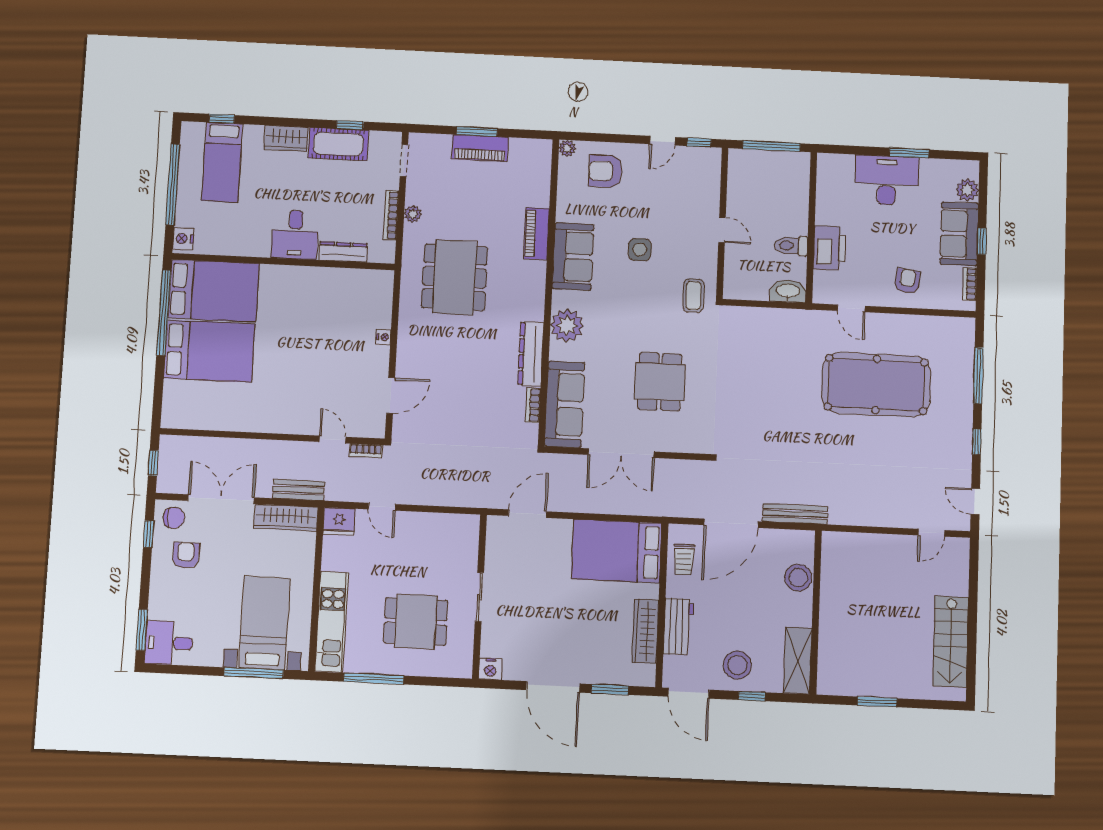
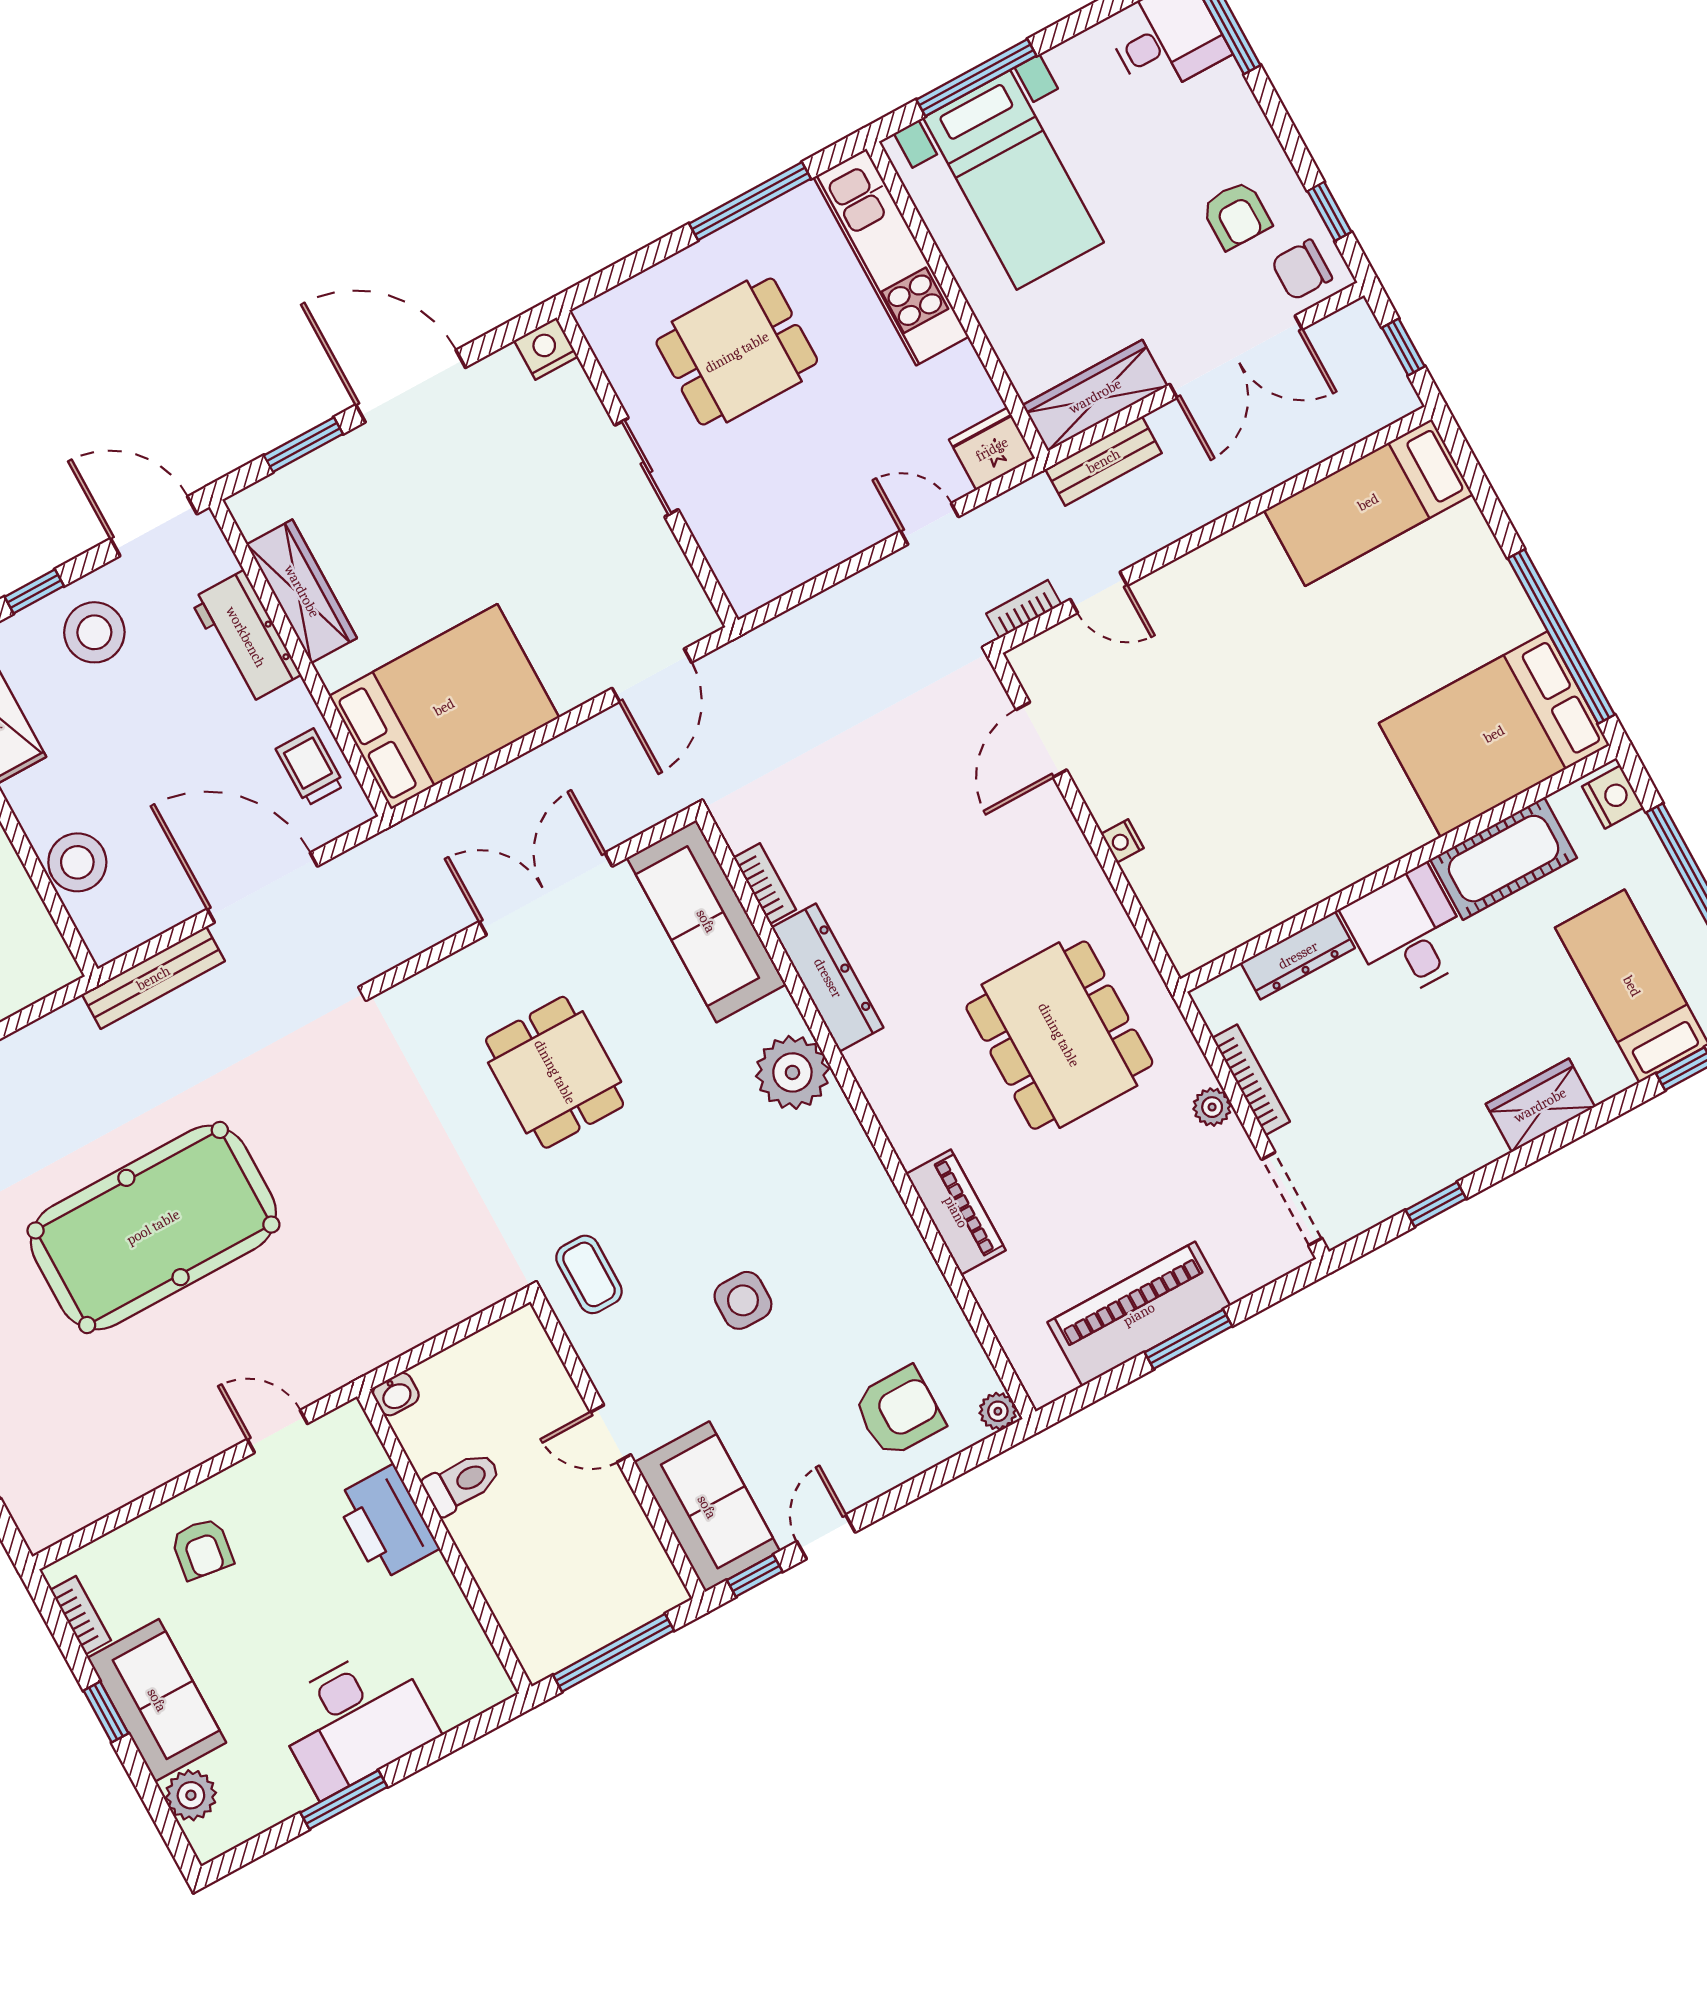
cot: (338, 144) -> (1504, 859), moved
piano: (480, 148) -> (1139, 1314), width x1.37, depth x1.33
doorway: (404, 161) -> (1292, 1199), width x1.38
sofa: (573, 256) -> (707, 1507), moved, turned 180
washbasin: (788, 291) -> (396, 1394), width x0.52, depth x0.69
bed: (209, 351) -> (1368, 502), moved, width x0.67
pool table: (876, 385) -> (153, 1227), moved
door: (731, 523) -> (262, 888), hinge flipped

